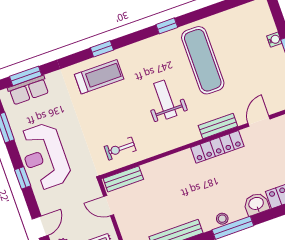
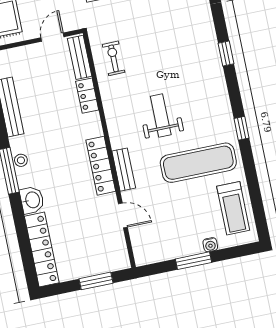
treadmill: (99, 77) -> (233, 208), moved
weight bench: (165, 100) -> (161, 115), turned -90
locker: (157, 167) -> (87, 96), added

